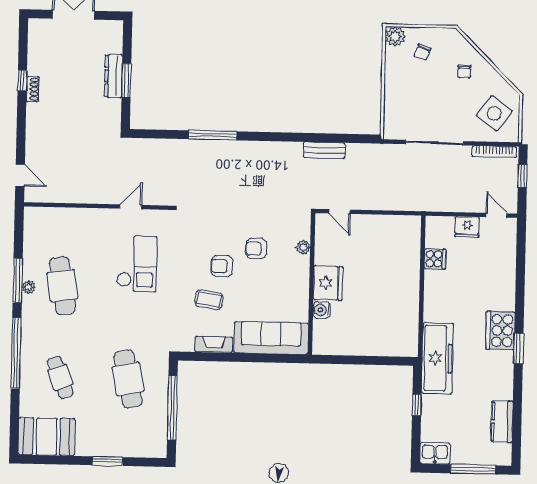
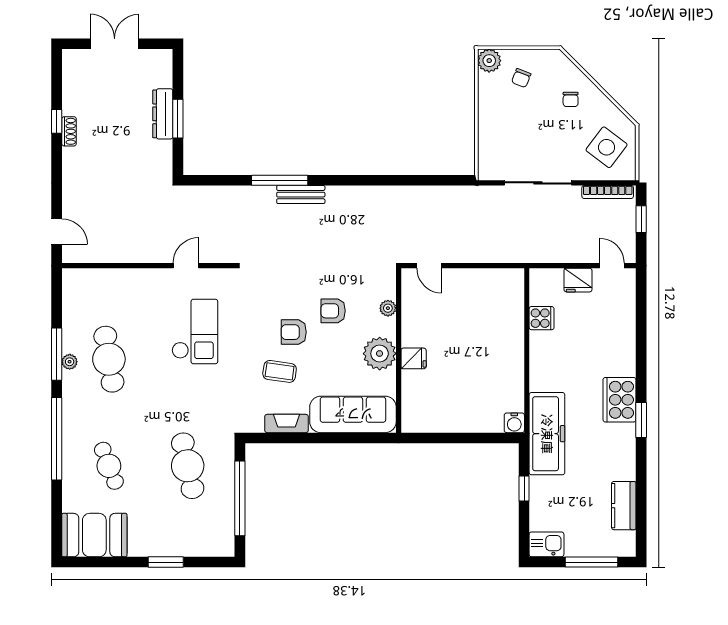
bench: (324, 150) -> (301, 195), moved
fridge: (328, 283) -> (414, 358), width x0.53, depth x0.75
plant: (295, 286) -> (380, 354), added
water cooler: (322, 310) -> (514, 423), moved, turned -90

